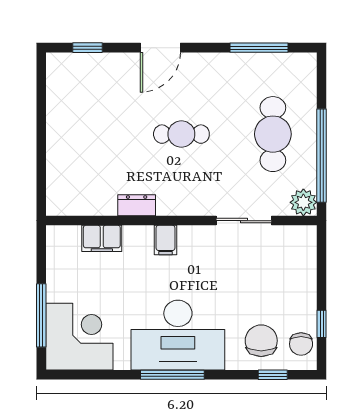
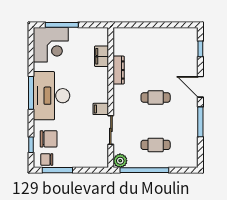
window: (259, 48) -> (200, 122), moved
cafe table: (181, 134) -> (156, 98), turned 90
cafe table: (273, 134) -> (156, 145), width x0.73, depth x0.74
dresser: (137, 205) -> (119, 70), width x1.44
filing cabinet: (166, 240) -> (101, 109), moved
window: (322, 324) -> (57, 170), width x2.17

